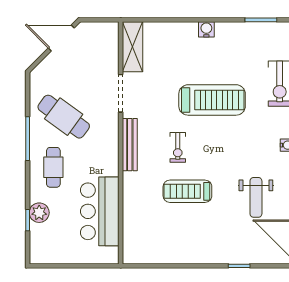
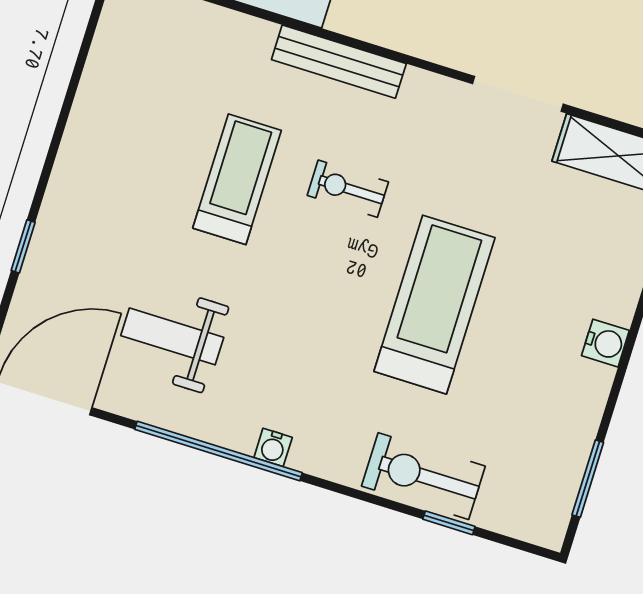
treadmill: (212, 100) -> (435, 305), turned 180
bench: (130, 145) -> (339, 62), moved

